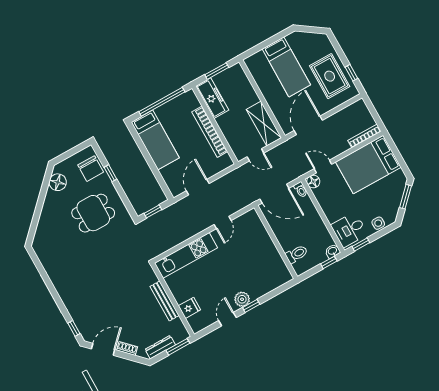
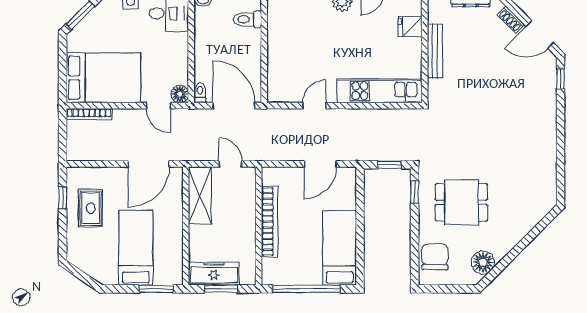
window: (258, 48) -> (156, 289), added
rug: (330, 76) -> (91, 208), width x0.73, depth x0.70
freezer: (212, 98) -> (214, 273), moved, turned 90
window: (110, 173) -> (415, 192), moved

